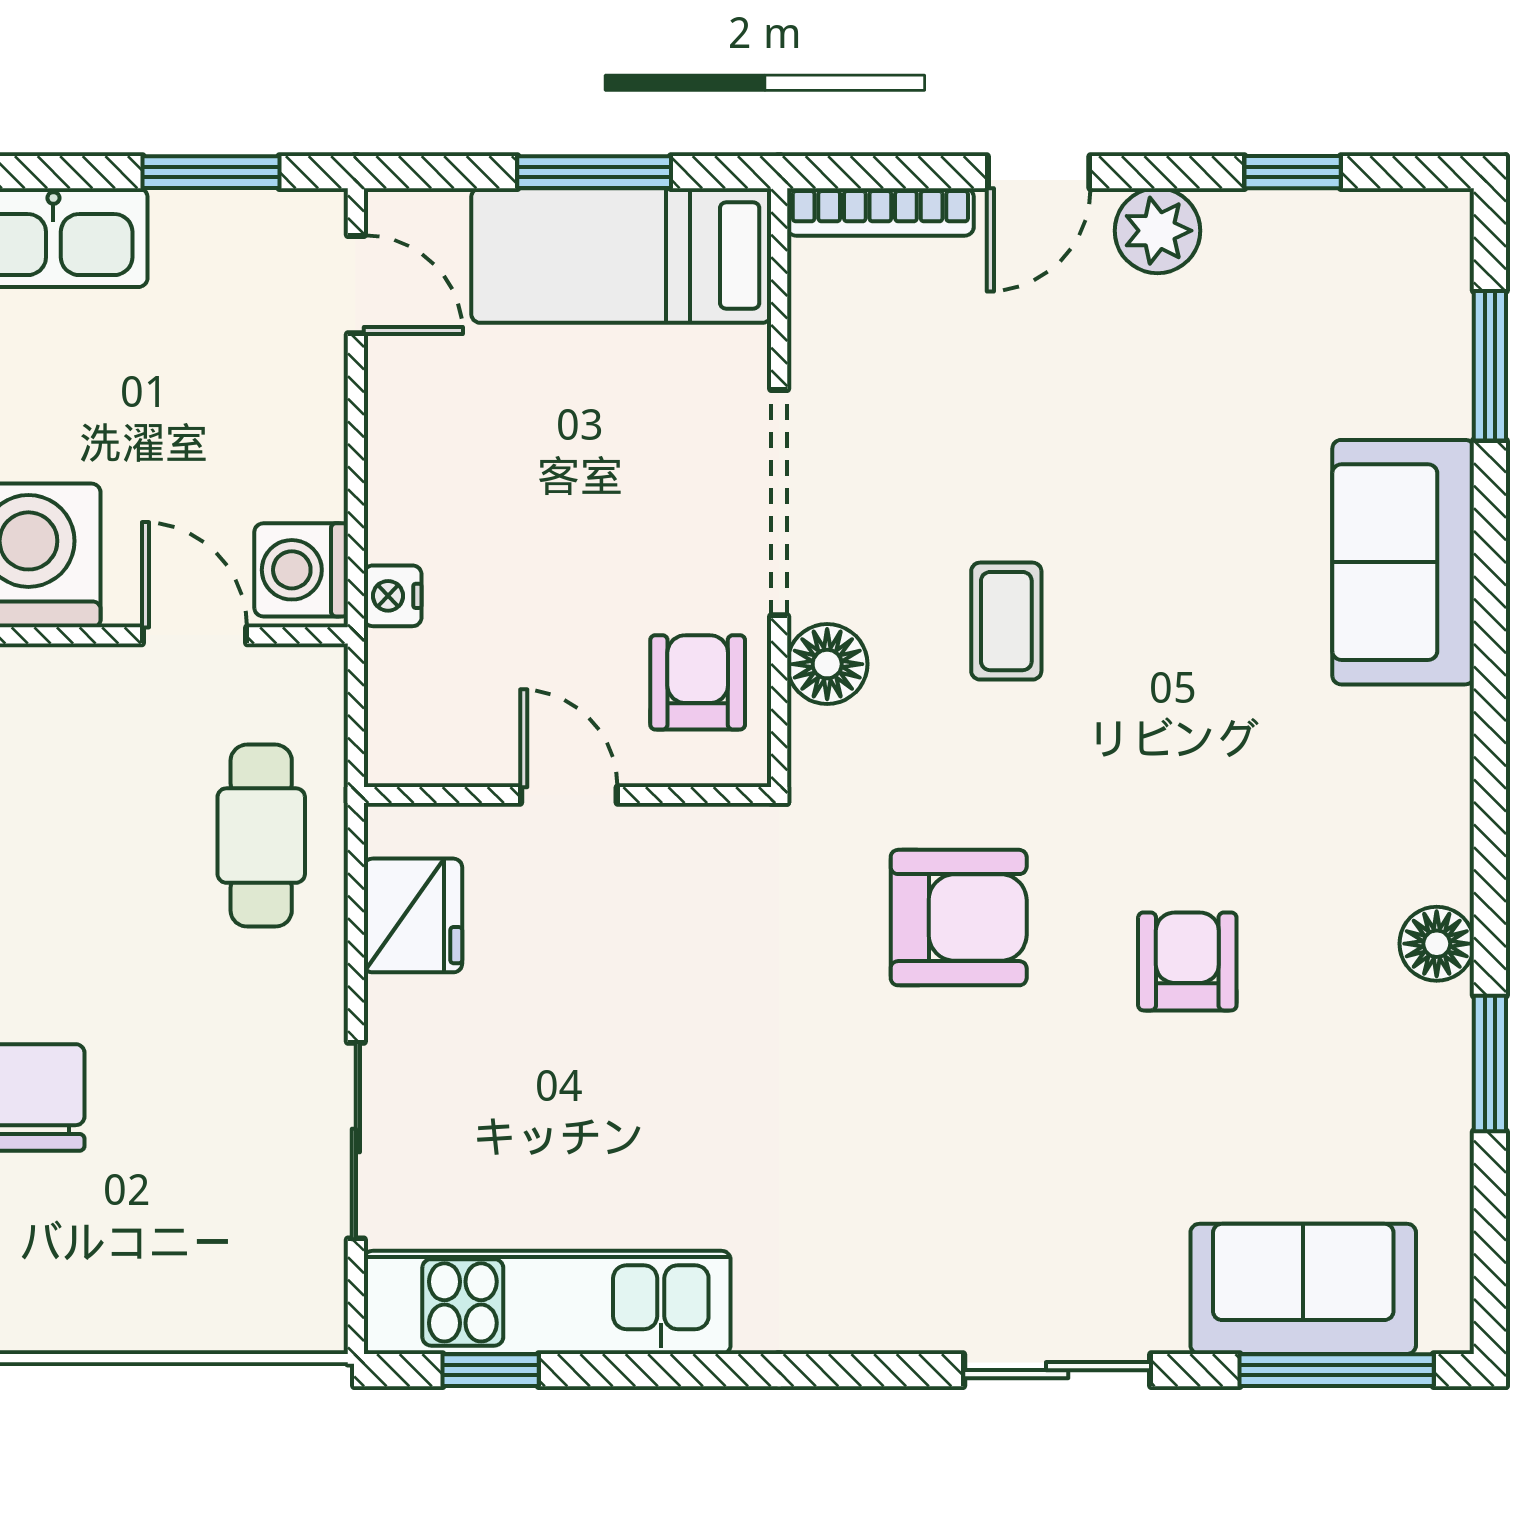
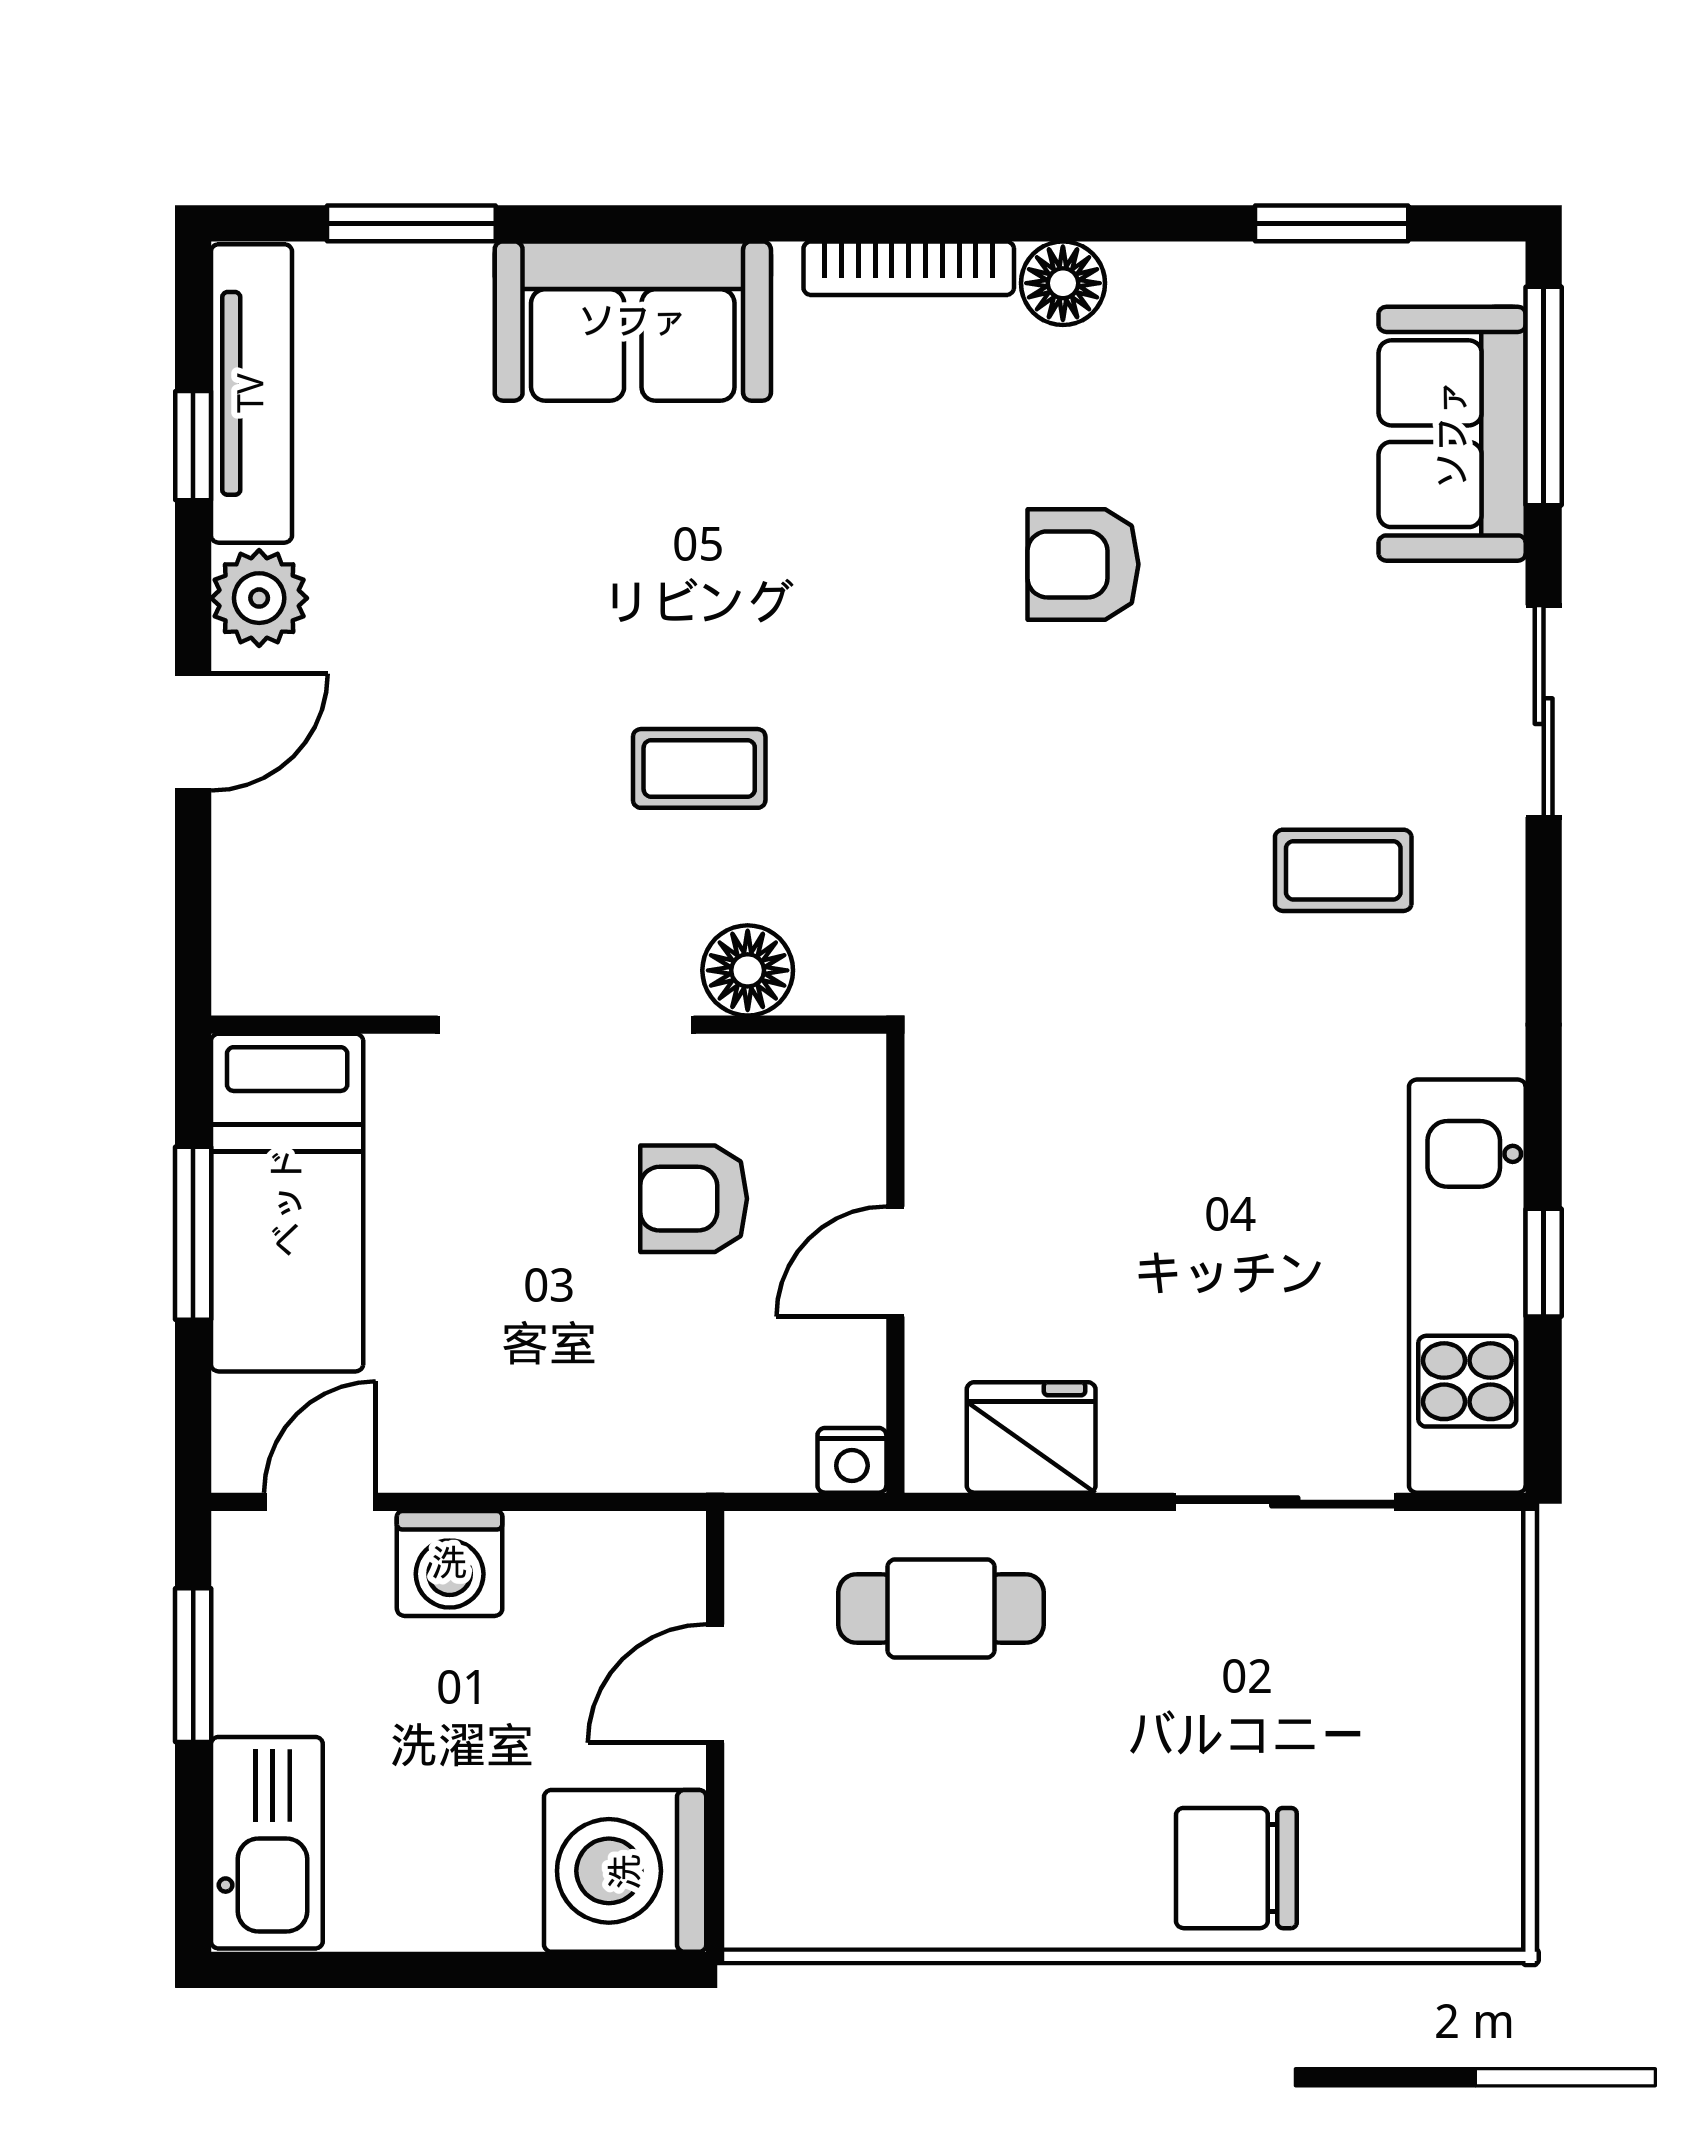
door: (1039, 172) -> (193, 732), hinge flipped
bookcase: (880, 212) -> (909, 268), moved, turned 90
tv unit: (1339, 224) -> (251, 393), added
washing machine: (301, 570) -> (450, 1563), moved
nightstand: (393, 596) -> (852, 1460), moved
armchair: (698, 682) -> (694, 1199), moved
armchair: (959, 918) -> (1033, 822), removed
window: (1490, 1063) -> (1332, 223), moved
coffee table: (916, 1192) -> (1343, 870), added
window: (491, 1370) -> (1544, 1263), moved

